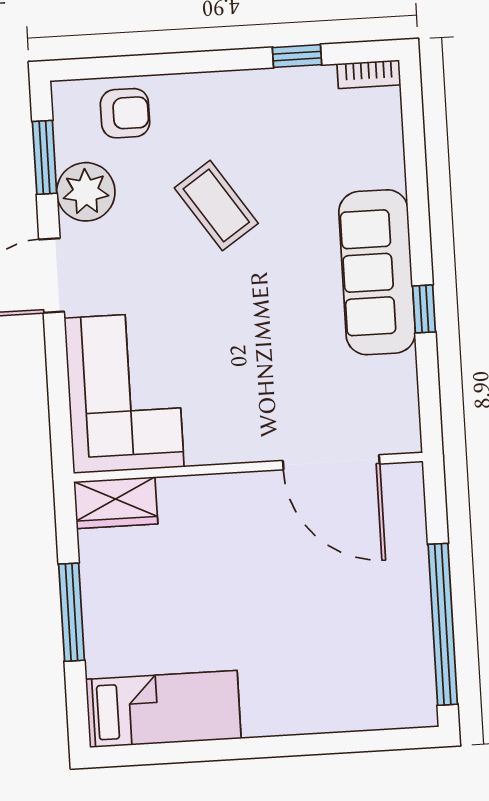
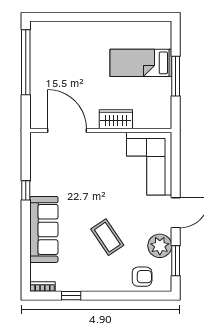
armchair: (125, 113) -> (142, 277), turned 180
sofa: (377, 272) -> (44, 229), moved
wardrobe: (116, 503) -> (116, 119), moved
bed: (163, 709) -> (141, 63), moved

